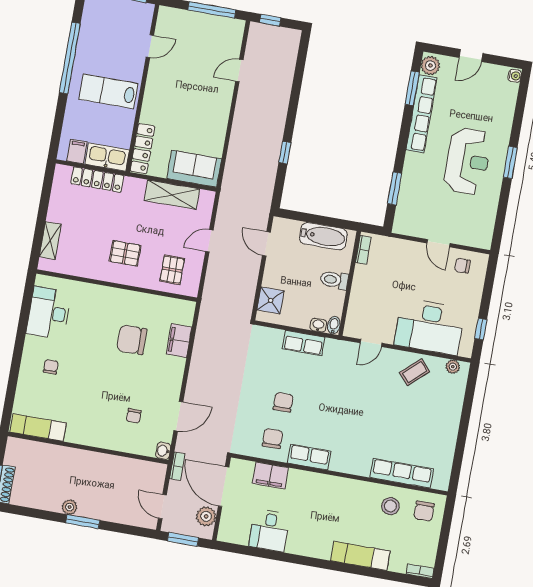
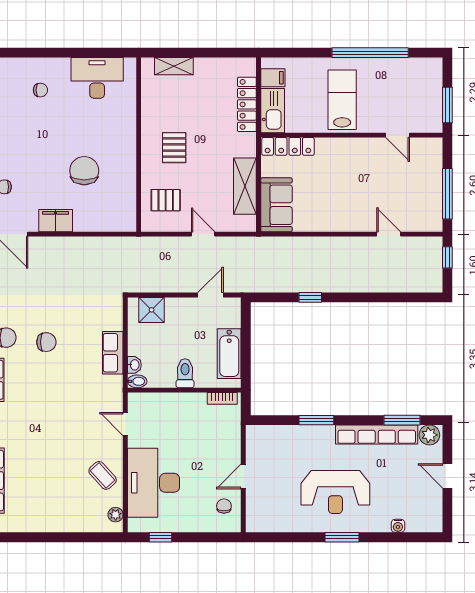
water cooler: (515, 76) -> (398, 526), moved
window: (395, 188) -> (316, 420), moved
filing cabinet: (179, 341) -> (56, 221), moved

